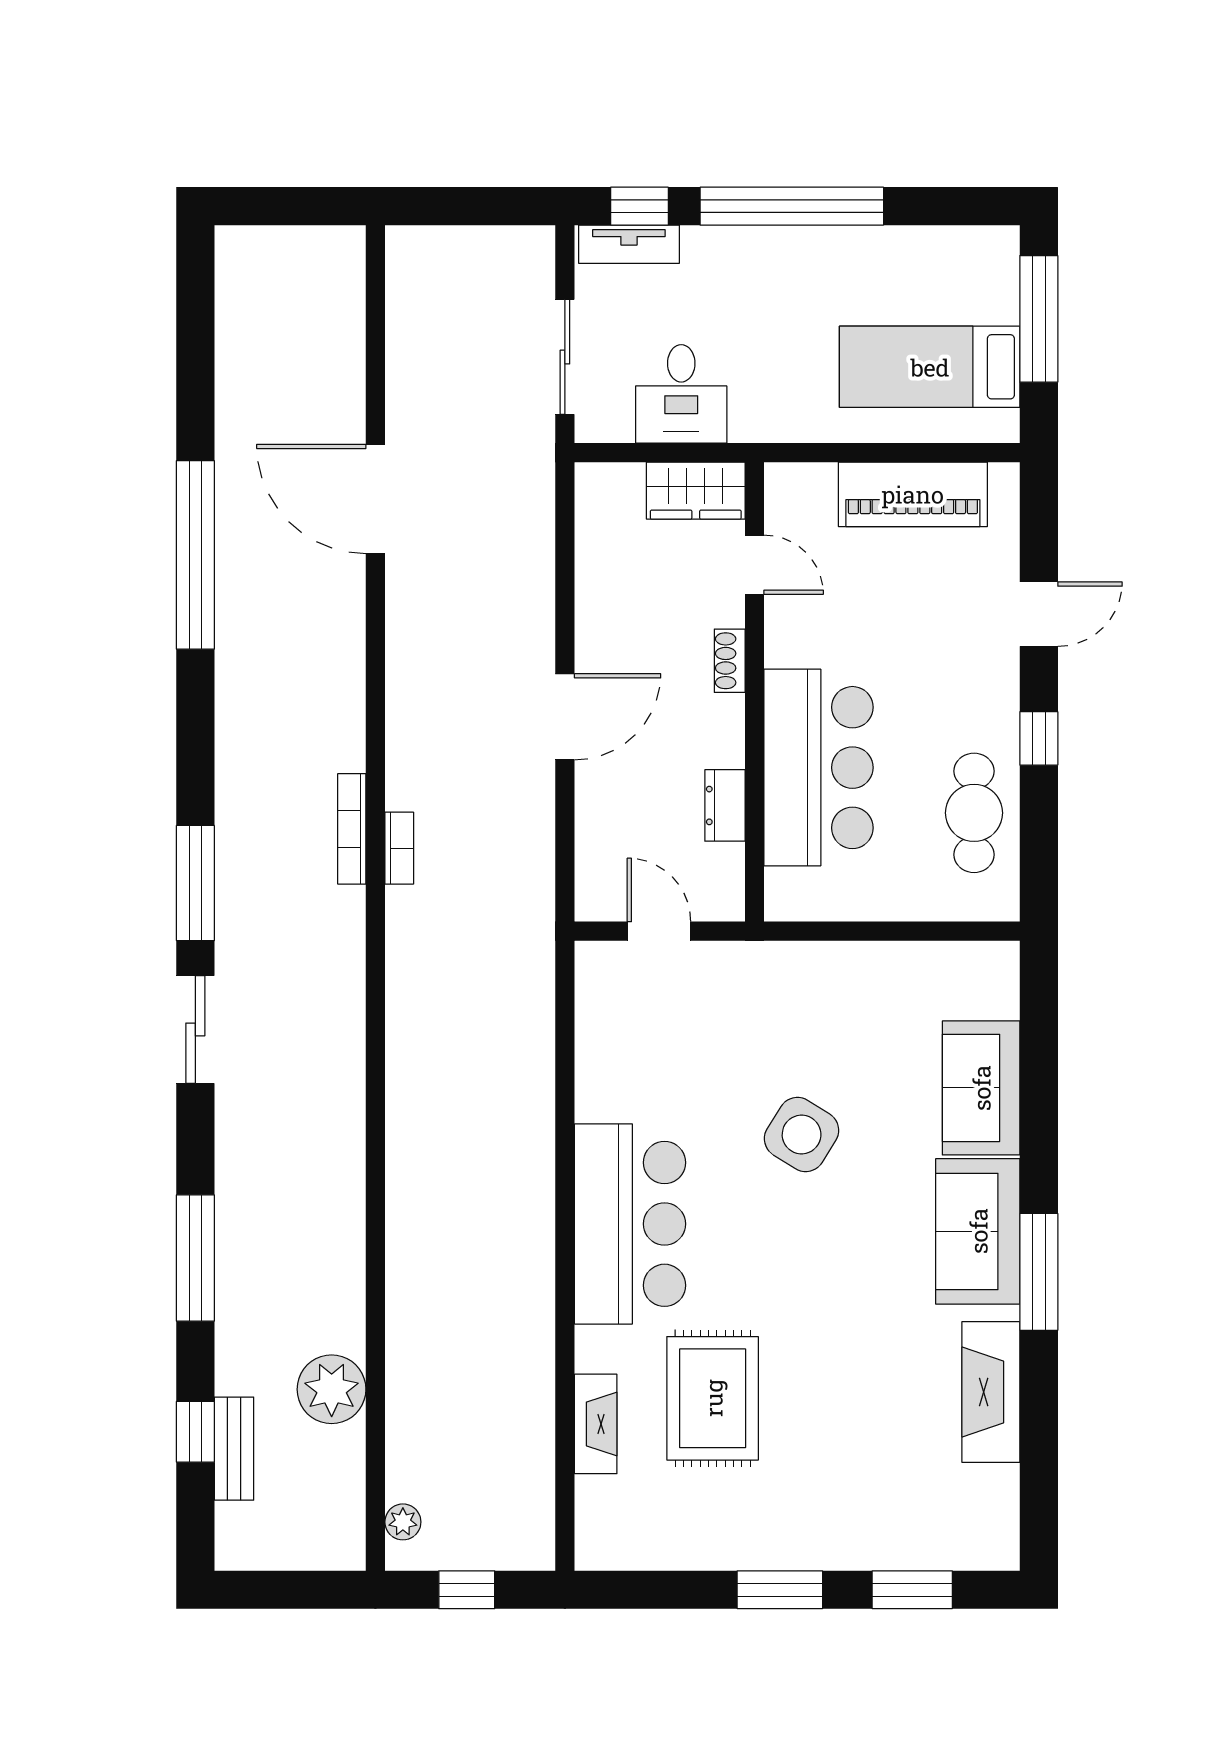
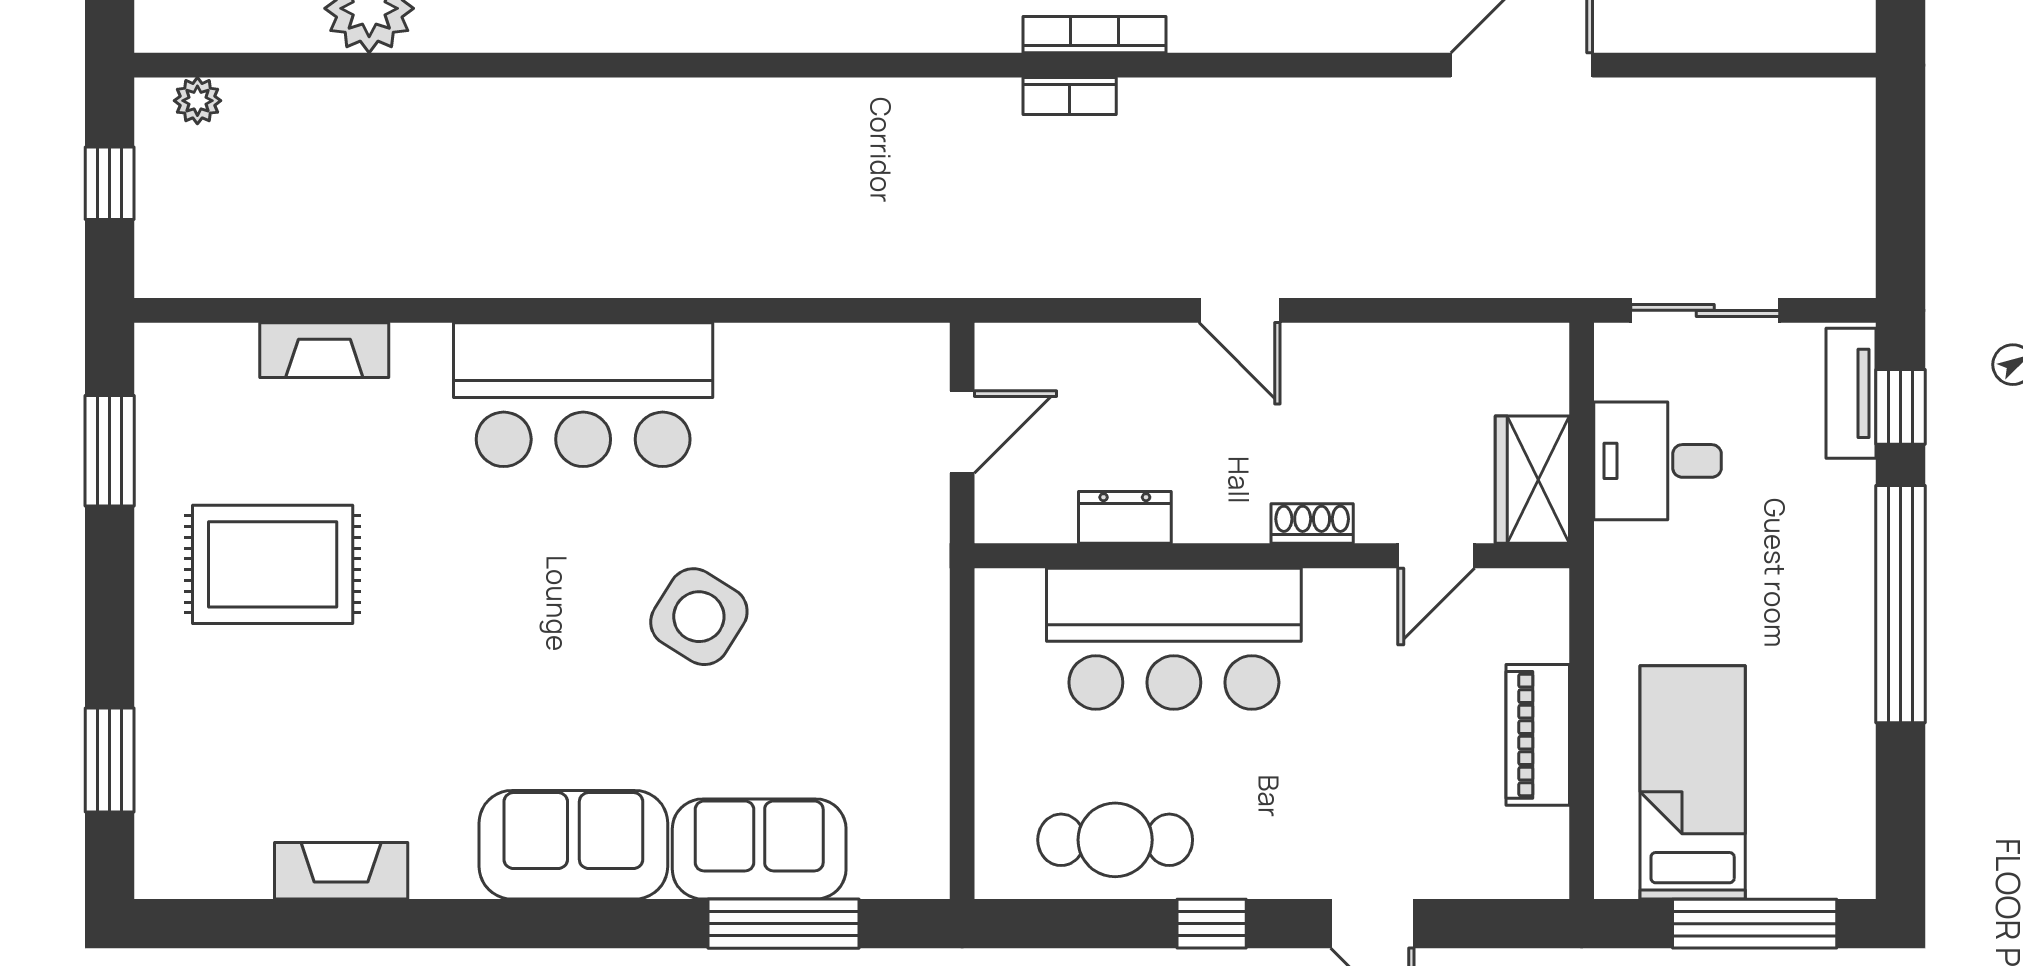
piano: (913, 494) -> (1538, 735), width x0.73, depth x0.75
door: (565, 717) -> (1240, 310), width x0.73
window: (1039, 1272) -> (784, 924), moved
fireplace: (991, 1392) -> (341, 871), width x0.73, depth x0.76
rug: (713, 1398) -> (273, 564), moved
window: (780, 1590) -> (110, 451), moved

